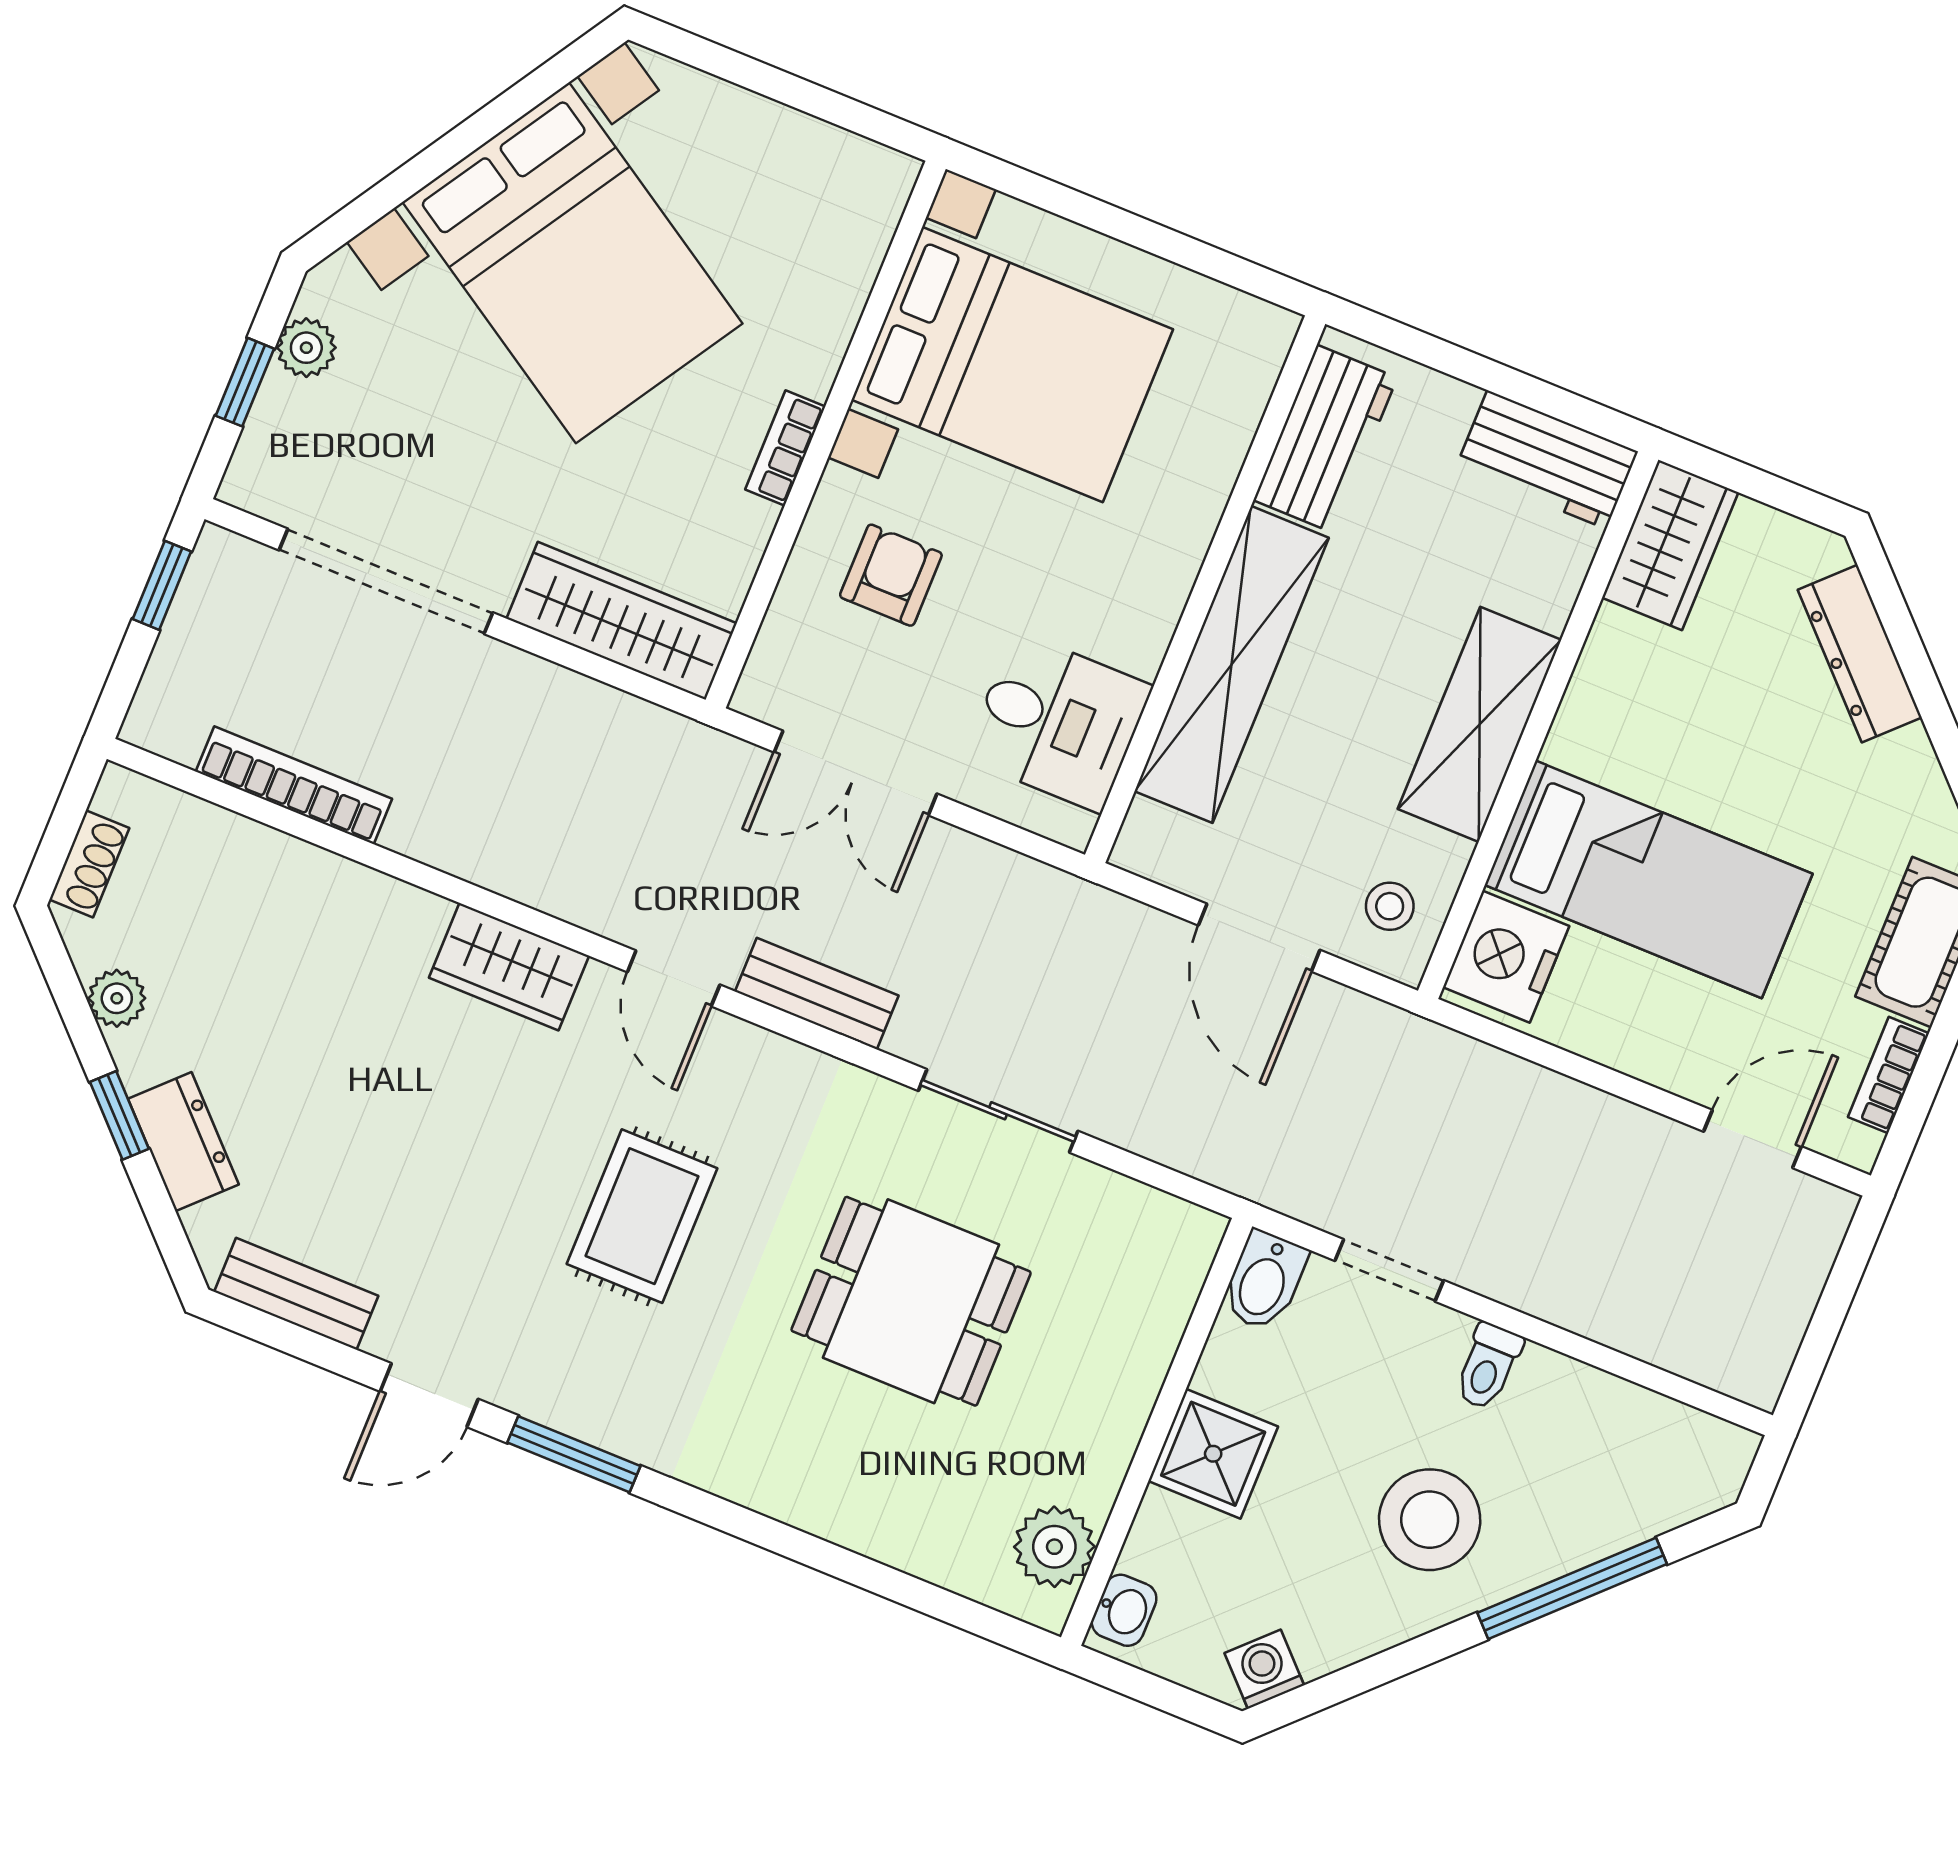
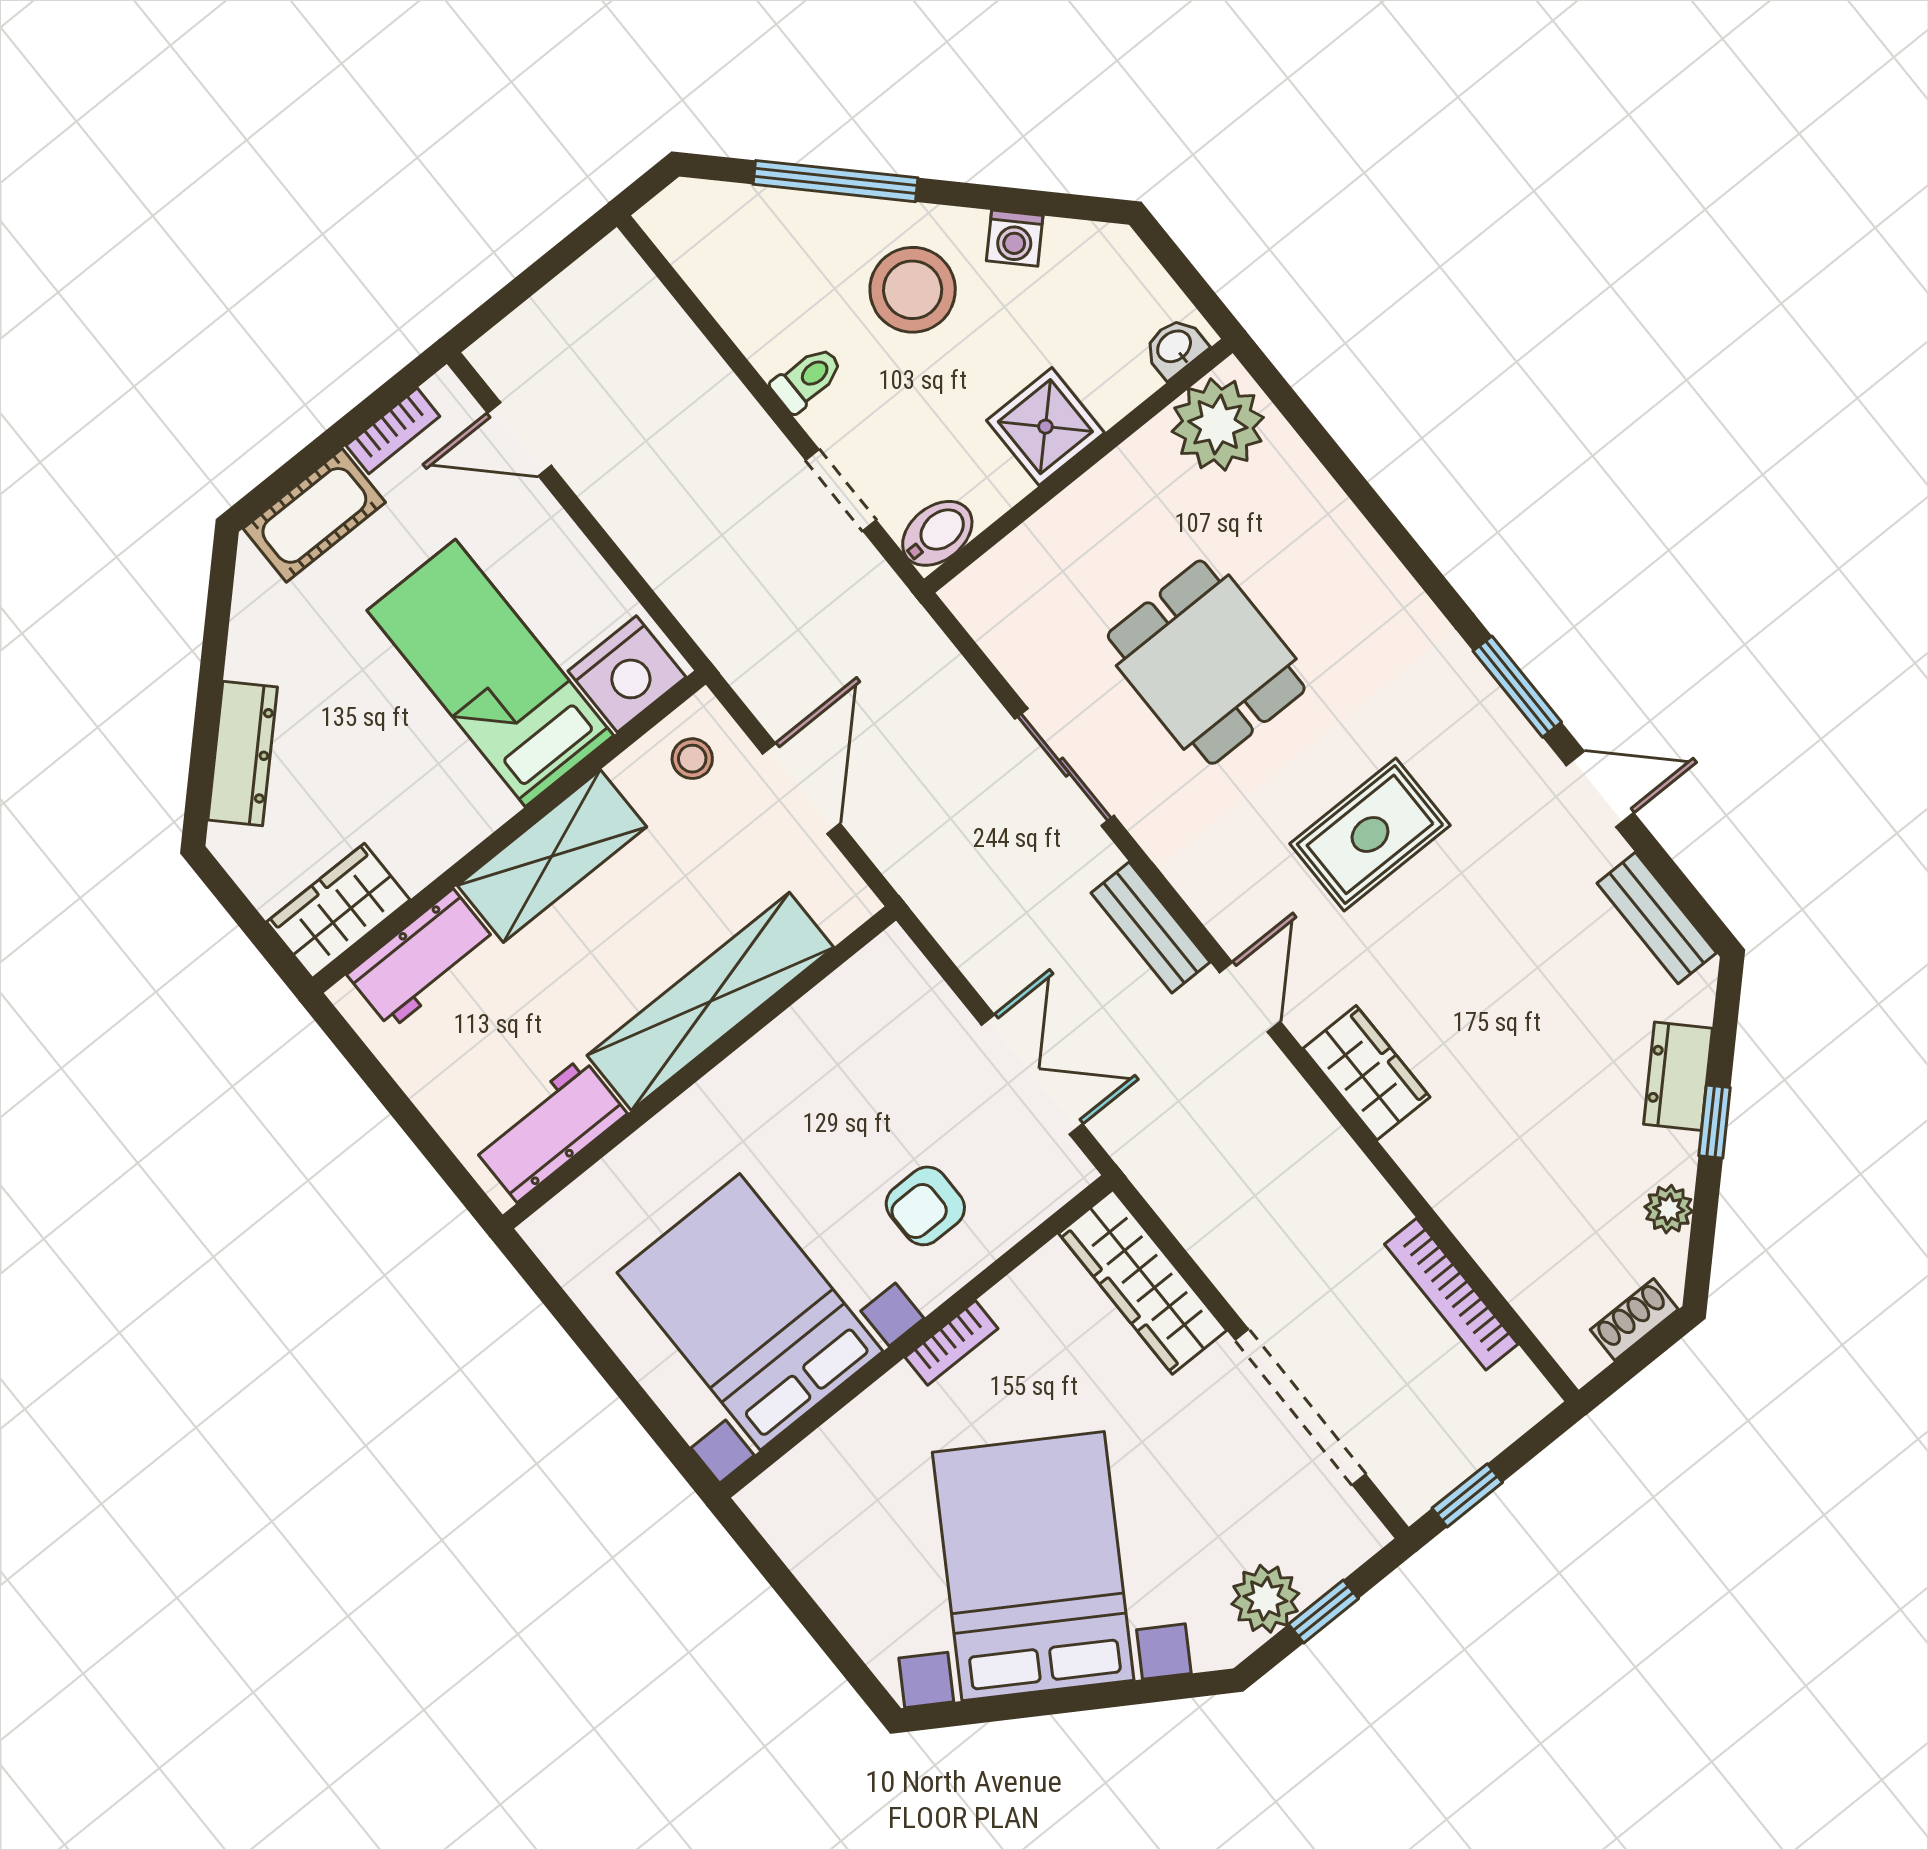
plant: (306, 348) -> (1265, 1599), width x1.38, depth x1.38
workbench: (1547, 460) -> (422, 959), moved, turned 90
desk: (1058, 722) -> (862, 1030), removed
plant: (1054, 1547) -> (1218, 425), width x1.36, depth x1.36
washing machine: (1264, 1669) -> (1015, 238), moved

